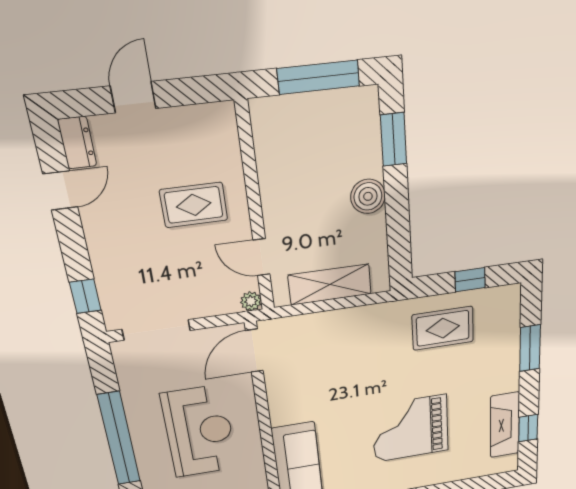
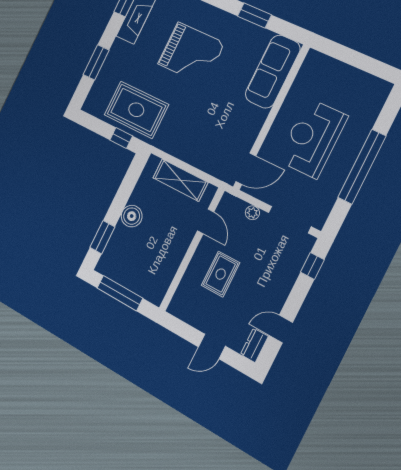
rug: (194, 205) -> (221, 274), turned 90
window: (470, 280) -> (121, 138), moved
plant: (251, 301) -> (252, 213), moved
rug: (443, 328) -> (136, 110), width x1.36, depth x1.43

